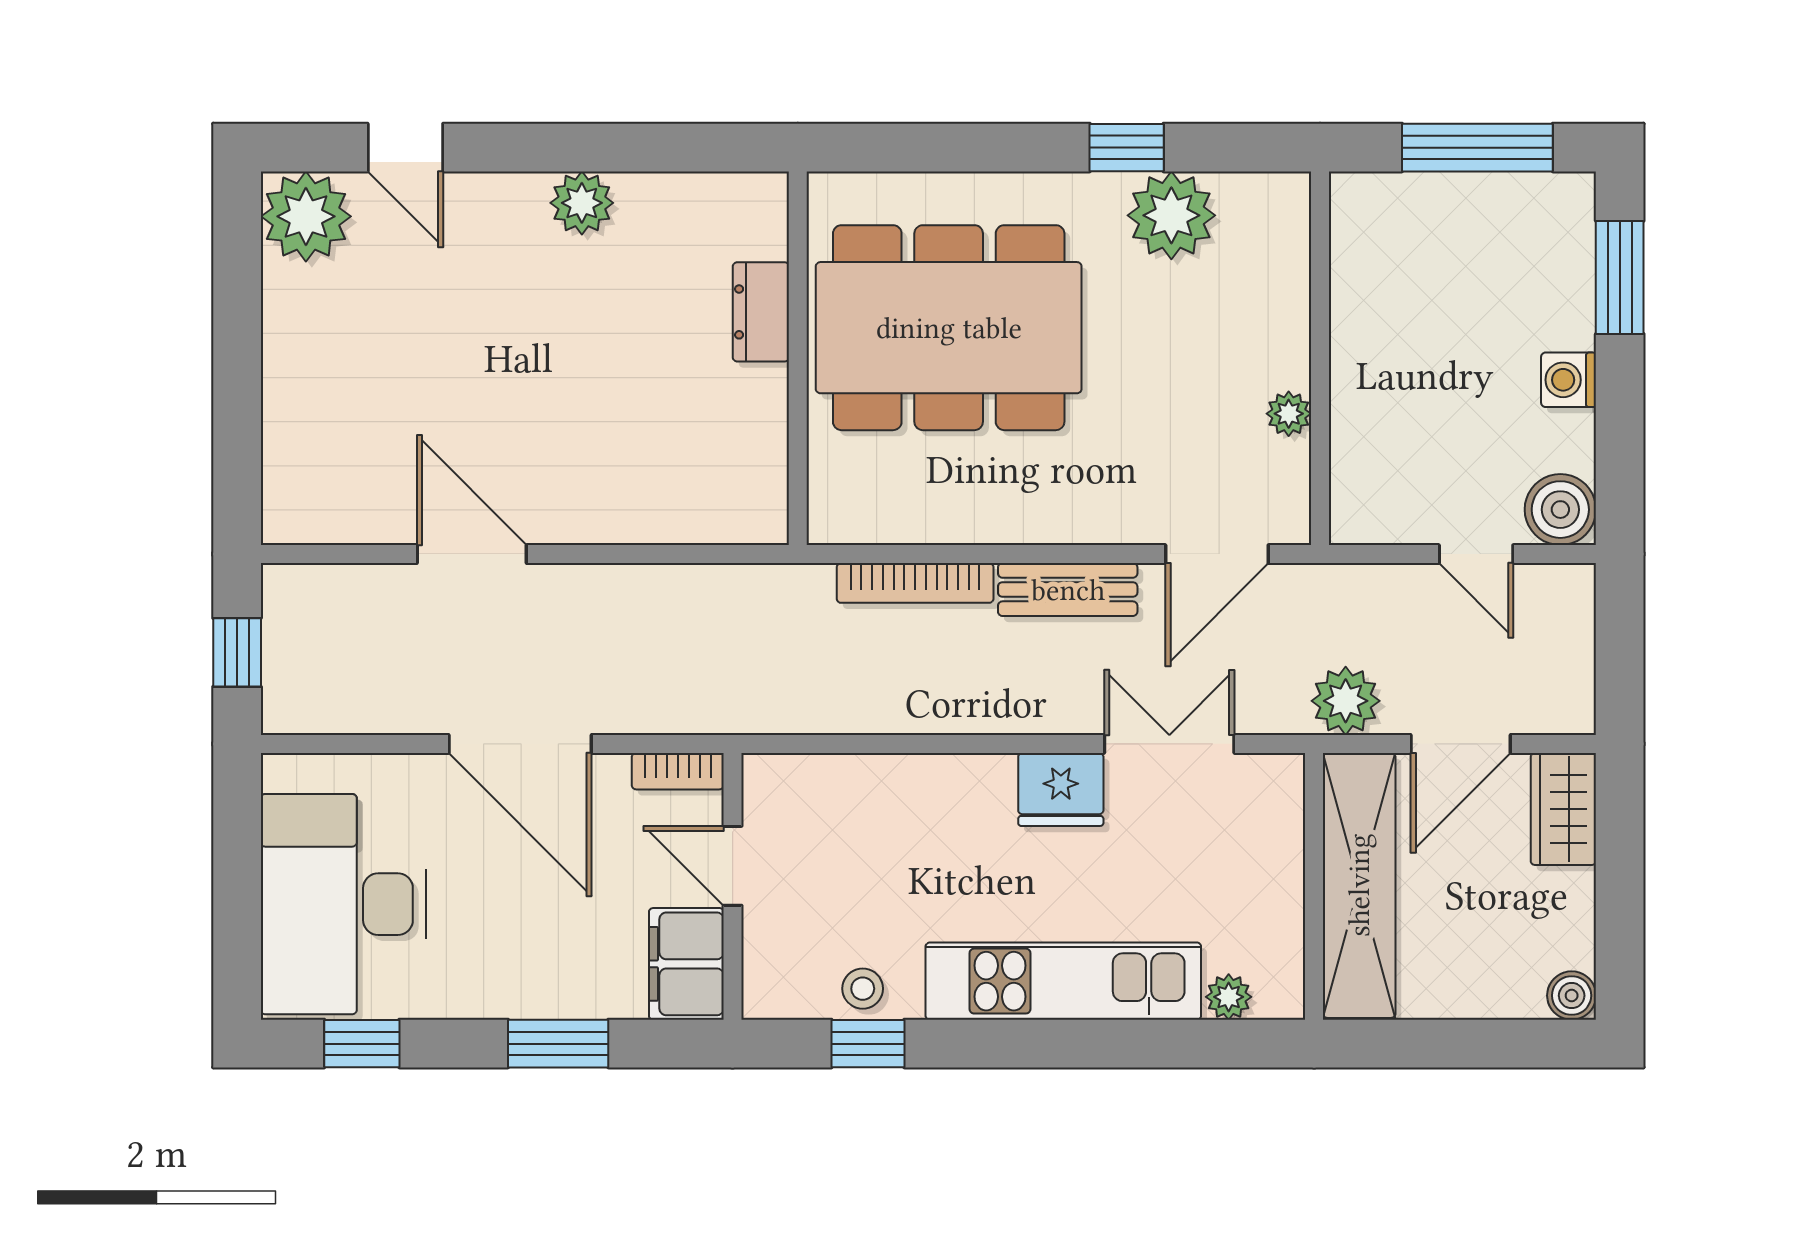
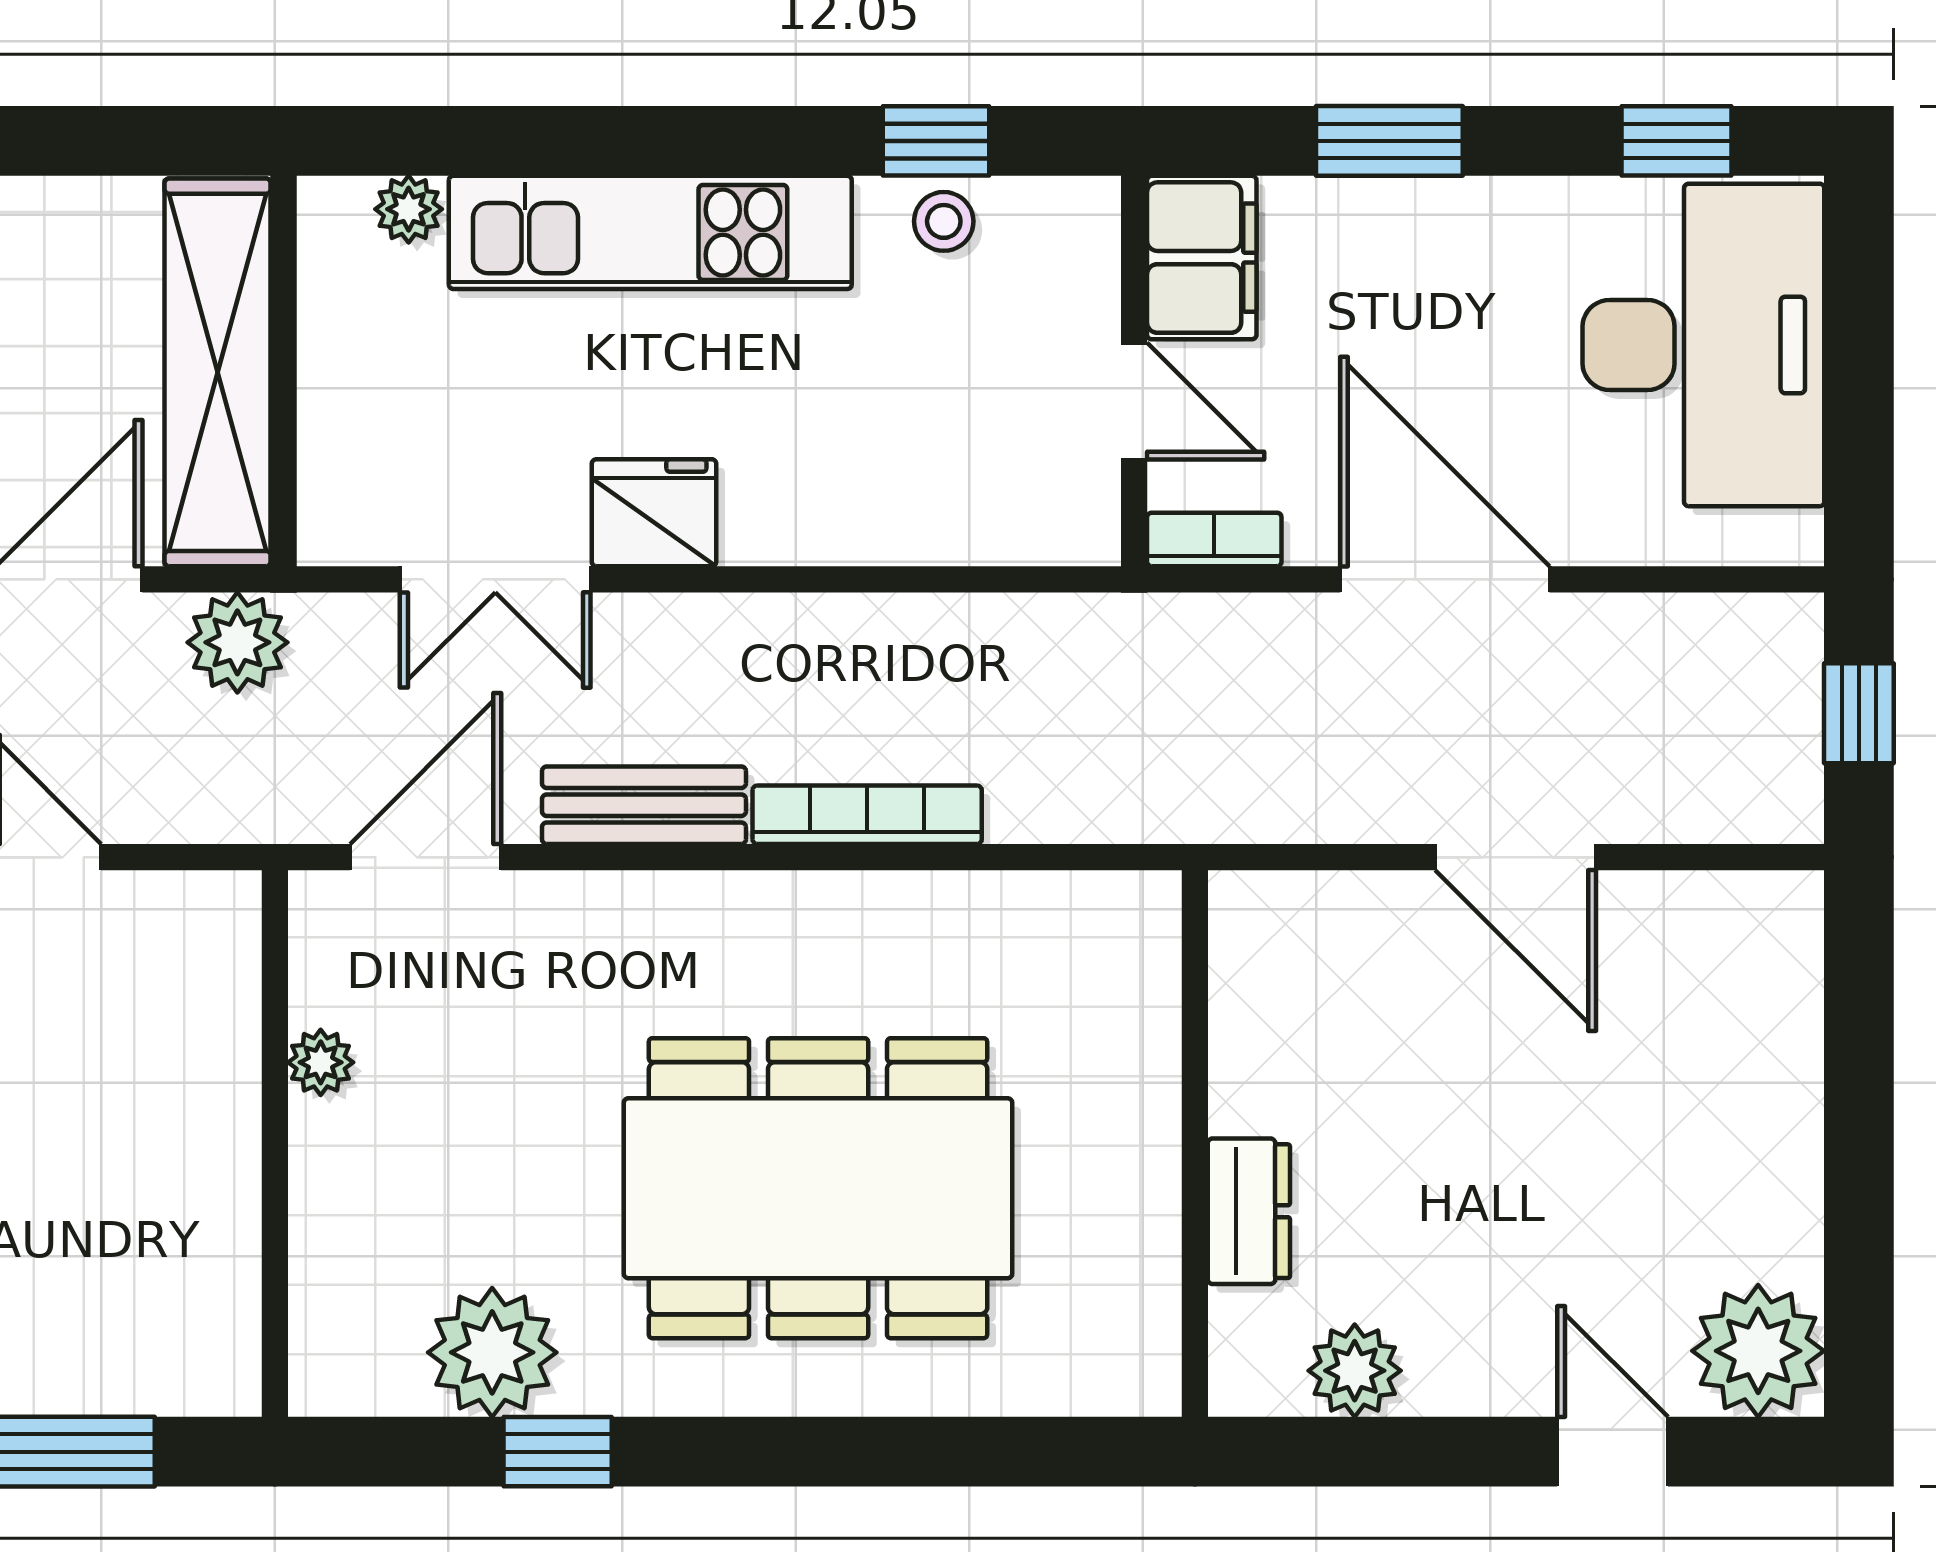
dresser: (761, 312) -> (1249, 1211), moved
wall: (798, 358) -> (1195, 1144), moved

